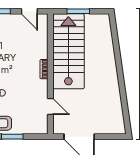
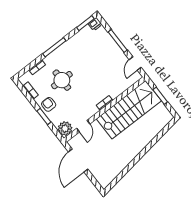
plant: (39, 126) -> (65, 129), added

